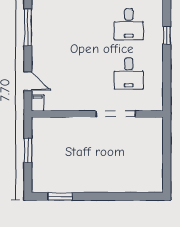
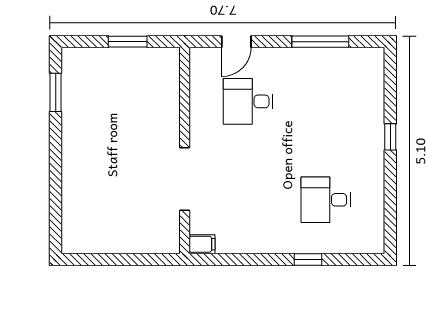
desk: (129, 74) -> (248, 101), moved
filing cabinet: (38, 103) -> (202, 244), moved

